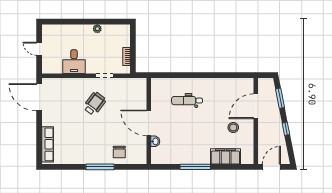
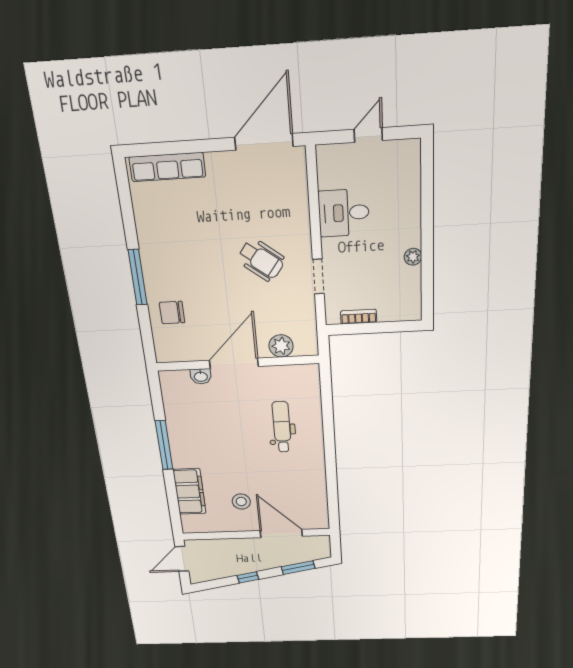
plant: (140, 97) -> (281, 346), added
door: (271, 167) -> (182, 559), swing flipped

